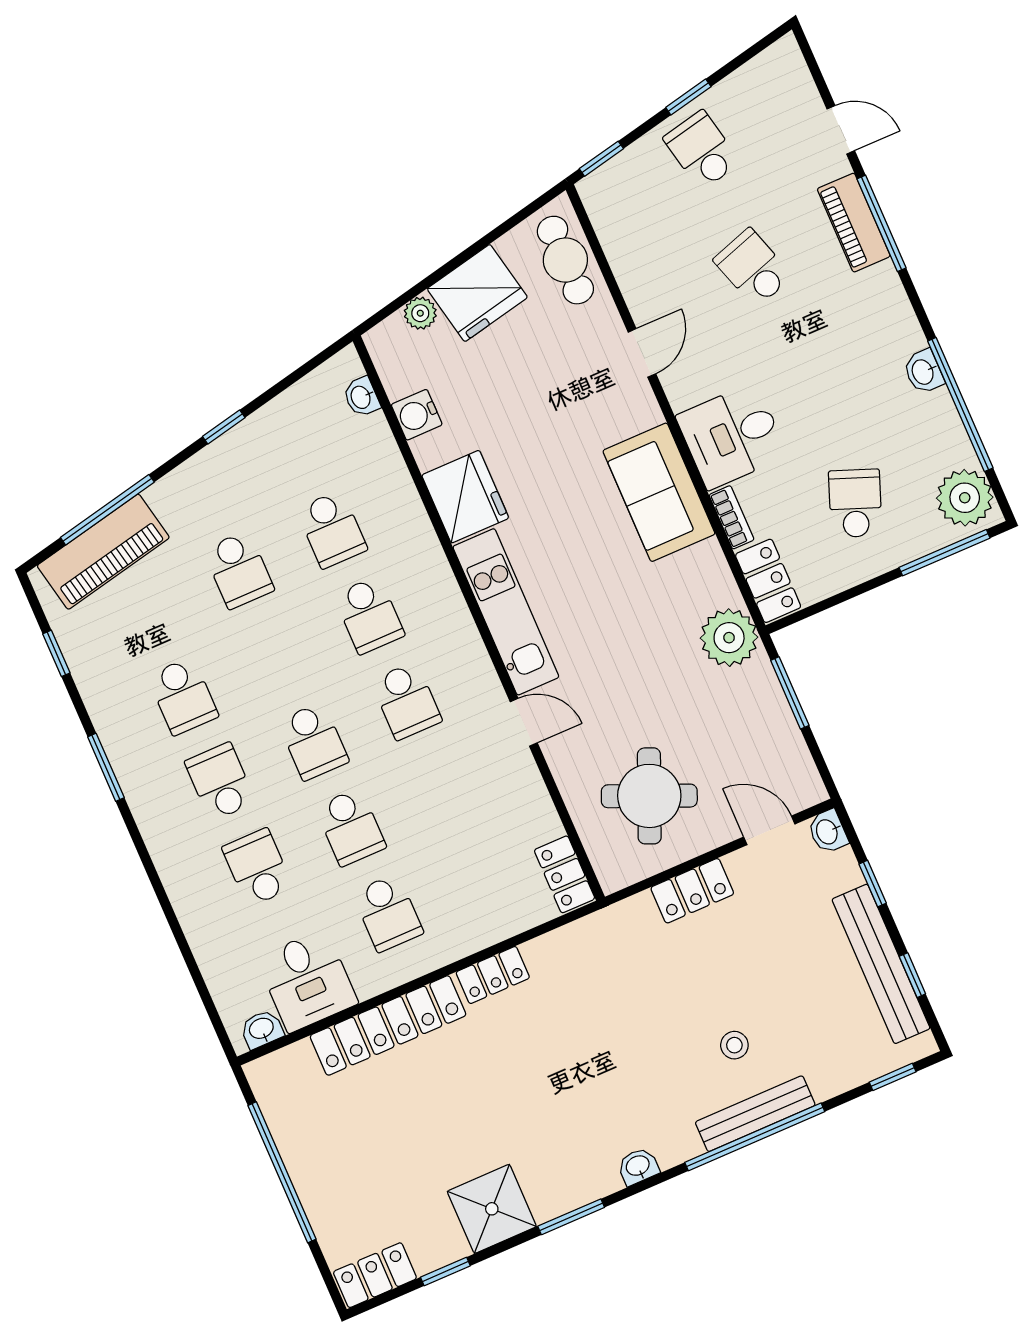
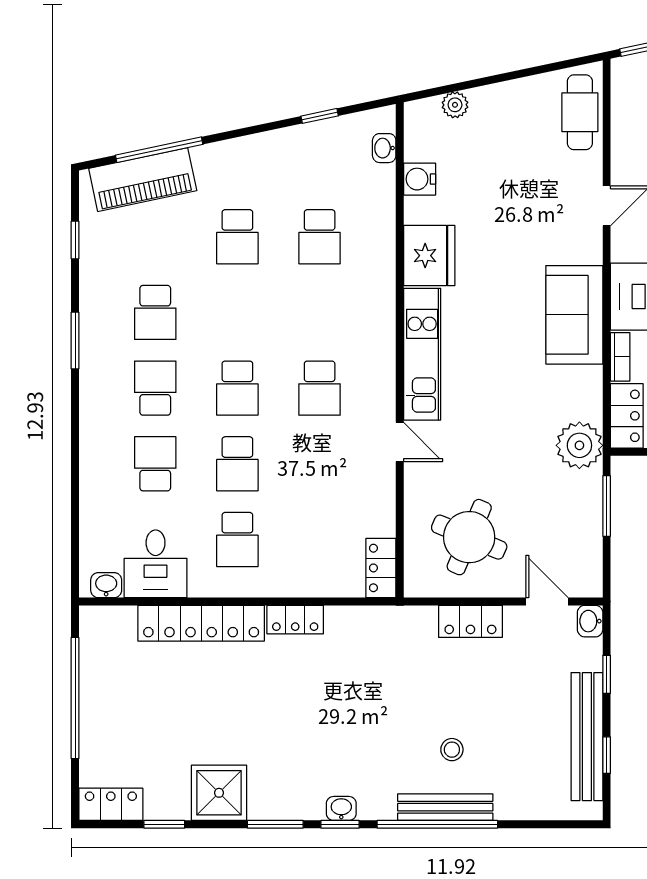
fridge: (477, 293) -> (504, 108), removed
window: (224, 427) -> (320, 116), moved
school desk: (369, 615) -> (320, 312), removed
window: (893, 1077) -> (340, 824), moved

